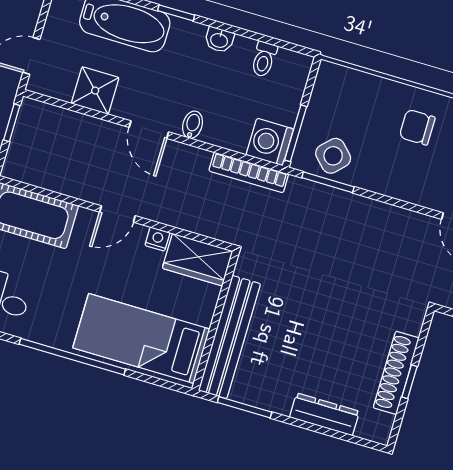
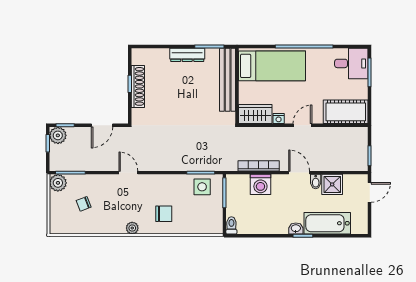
washbasin: (219, 40) -> (296, 229), moved
toilet: (264, 59) -> (231, 225), moved
bidet: (193, 125) -> (316, 182), moved
washing machine: (270, 142) -> (260, 184), moved, turned 90
side table: (333, 156) -> (202, 187), turned 45
bookcase: (249, 172) -> (259, 166), moved
dresser: (325, 414) -> (187, 55), moved

